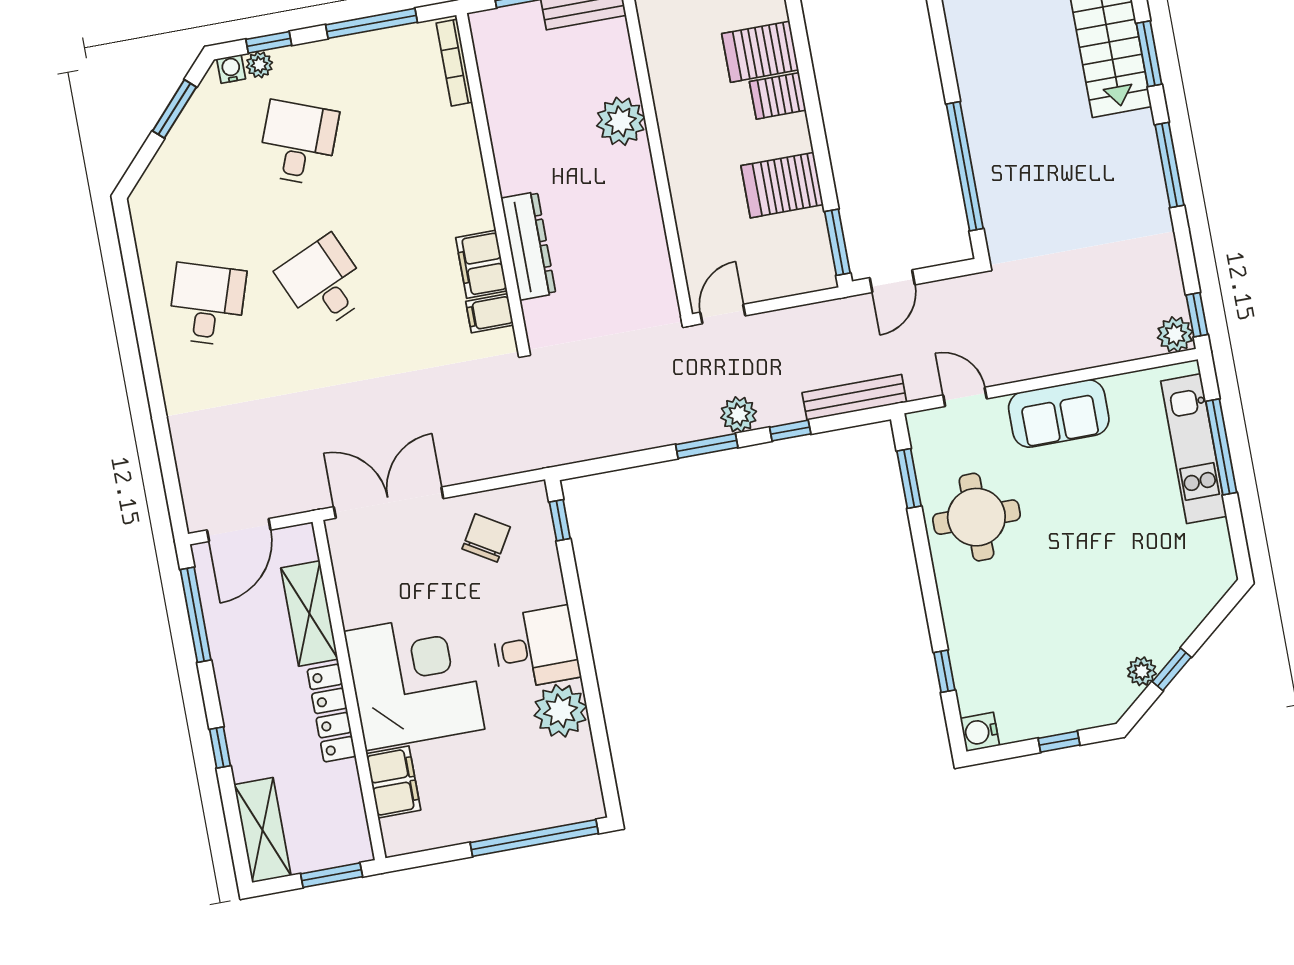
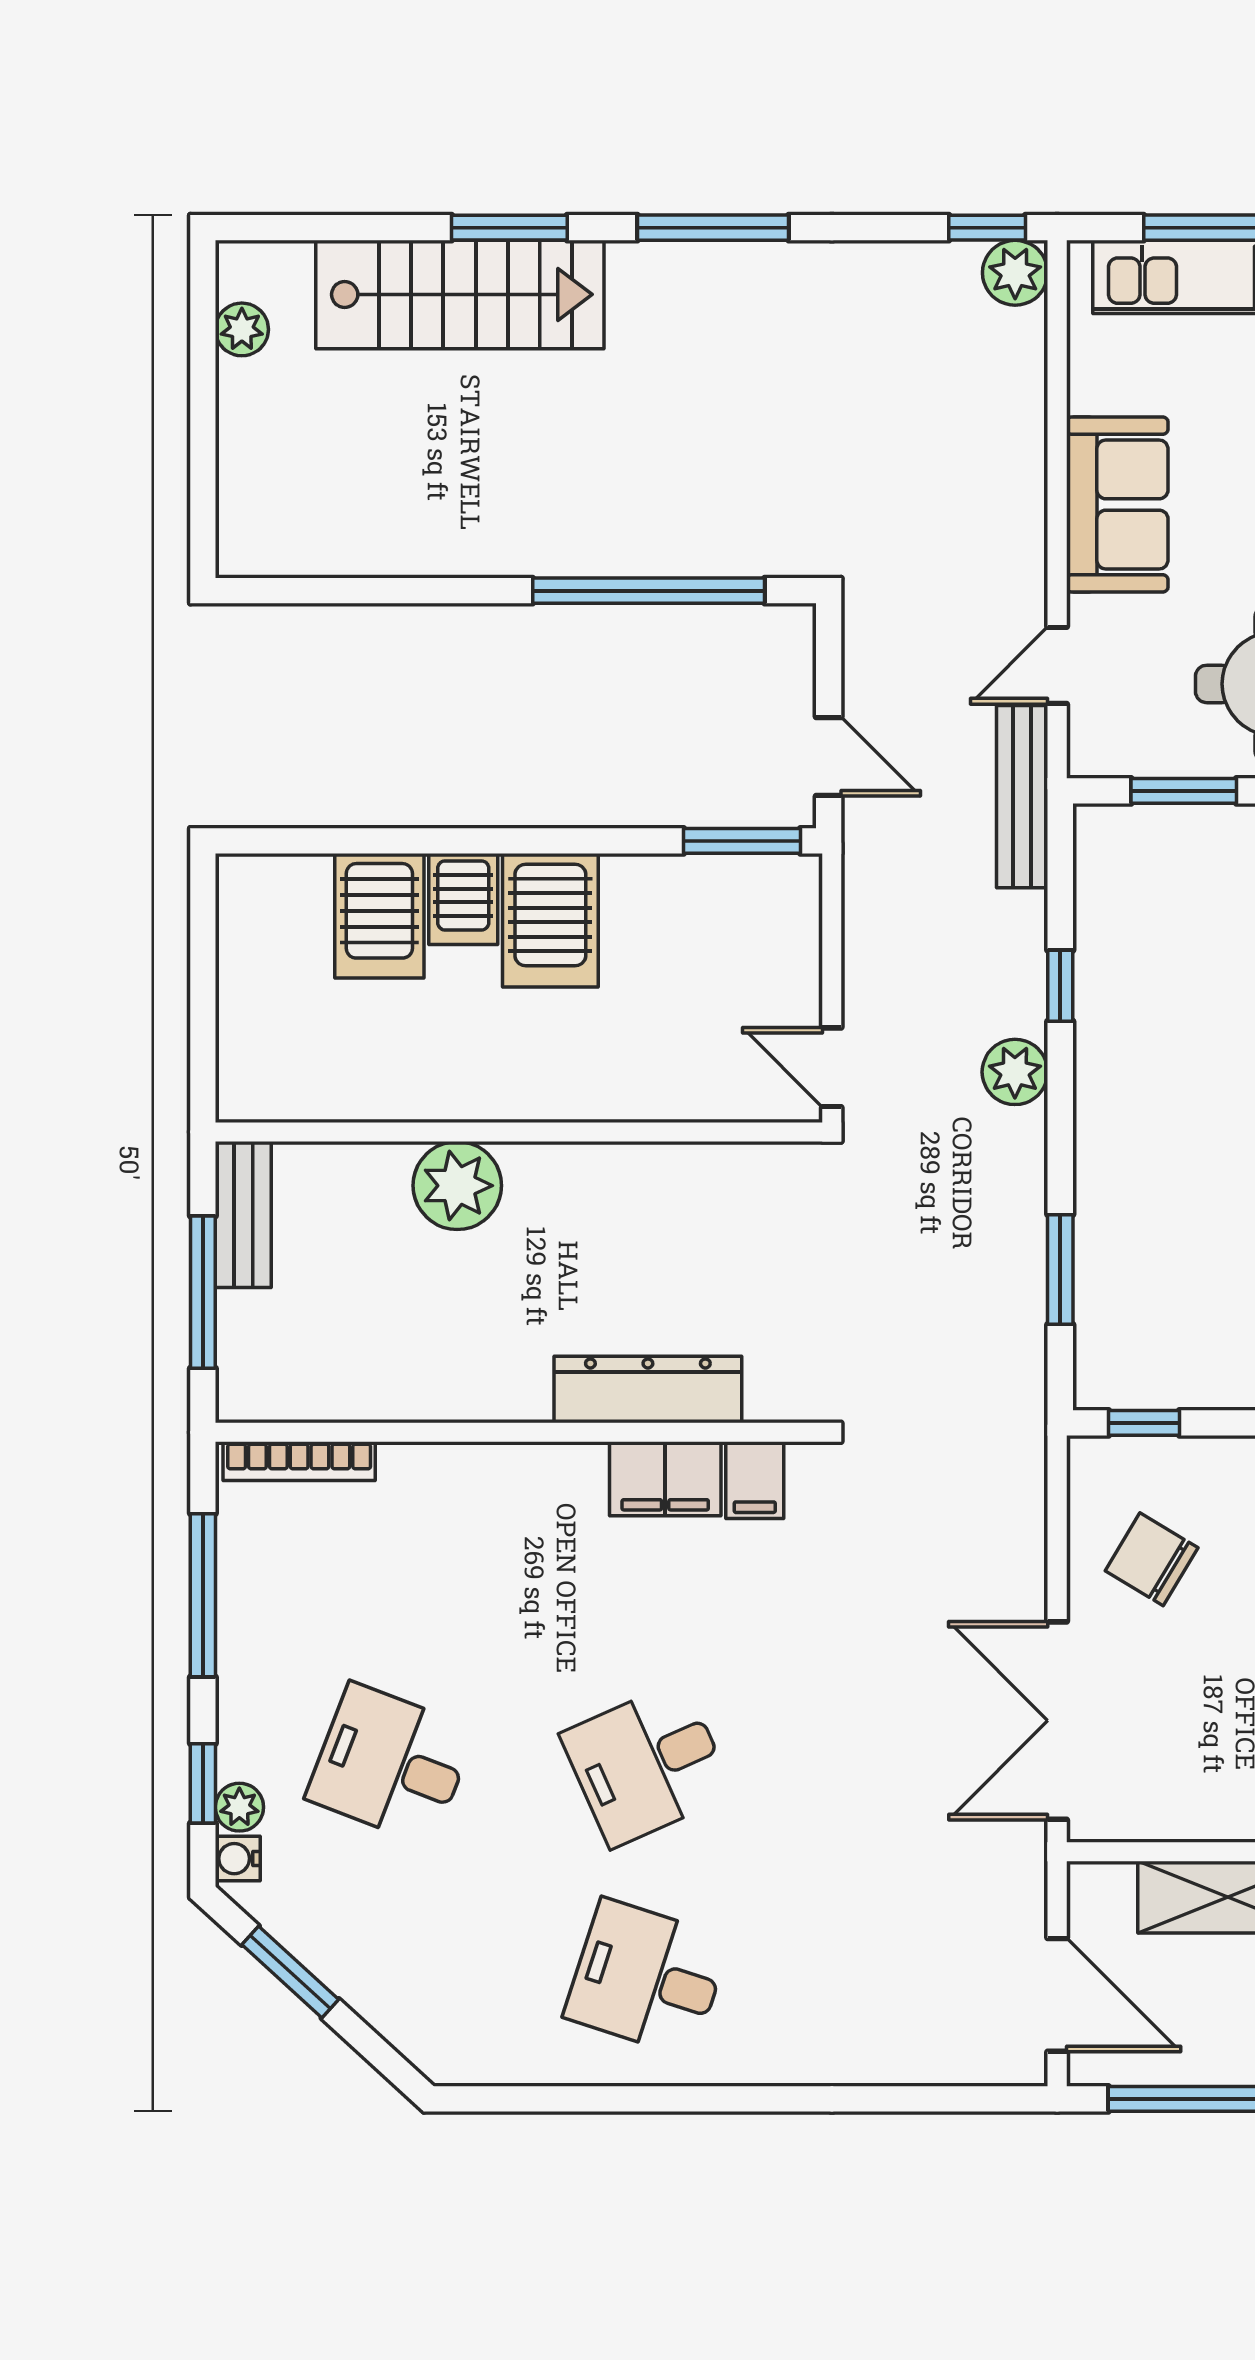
server rack: (782, 185) -> (550, 920), moved
bench: (854, 397) -> (1022, 797), moved
window: (707, 446) -> (1060, 1269), moved

